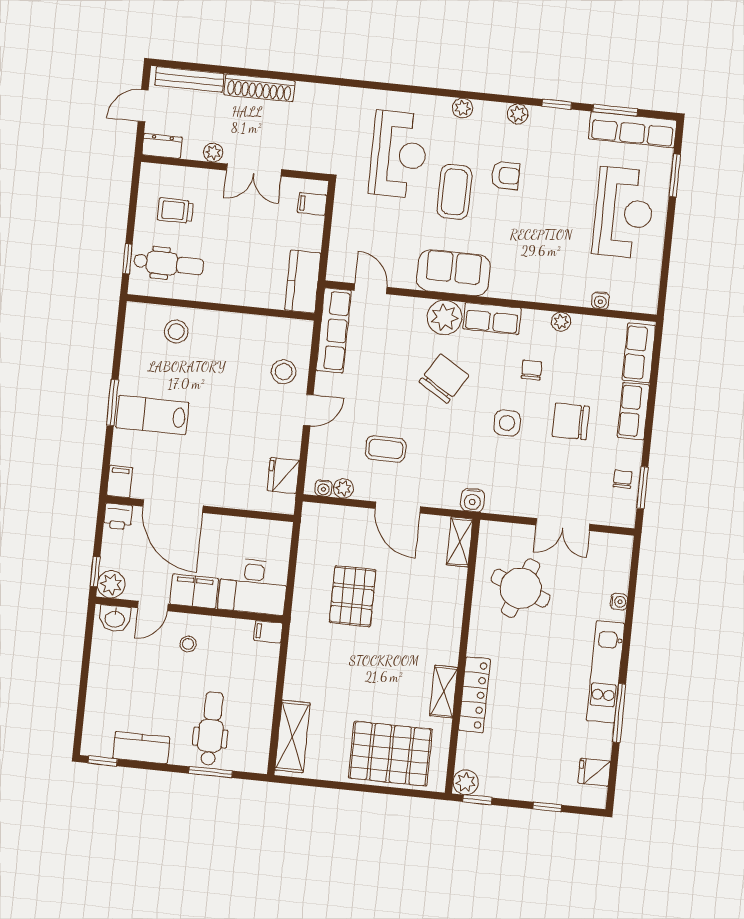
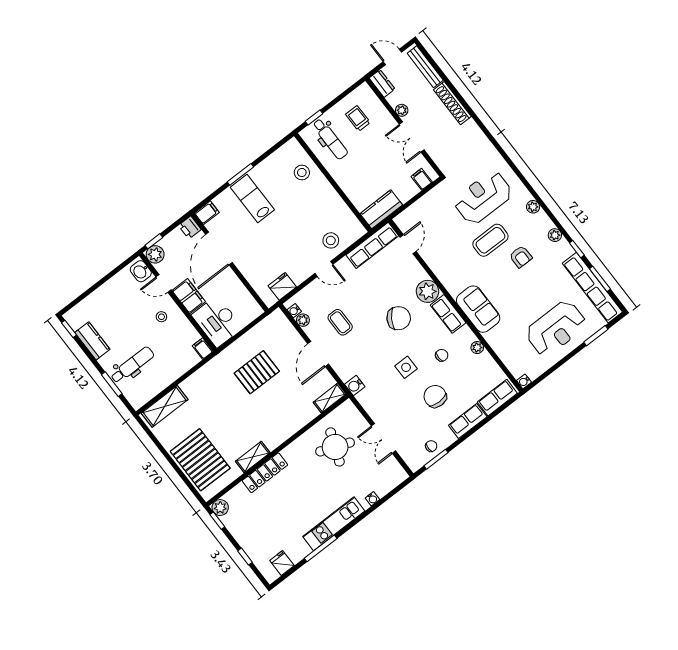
row of seats: (633, 130) -> (592, 288), width x1.36
reception desk: (399, 154) -> (483, 198), turned 180
sofa: (453, 273) -> (478, 309), moved
water cooler: (600, 300) -> (524, 381), moved

